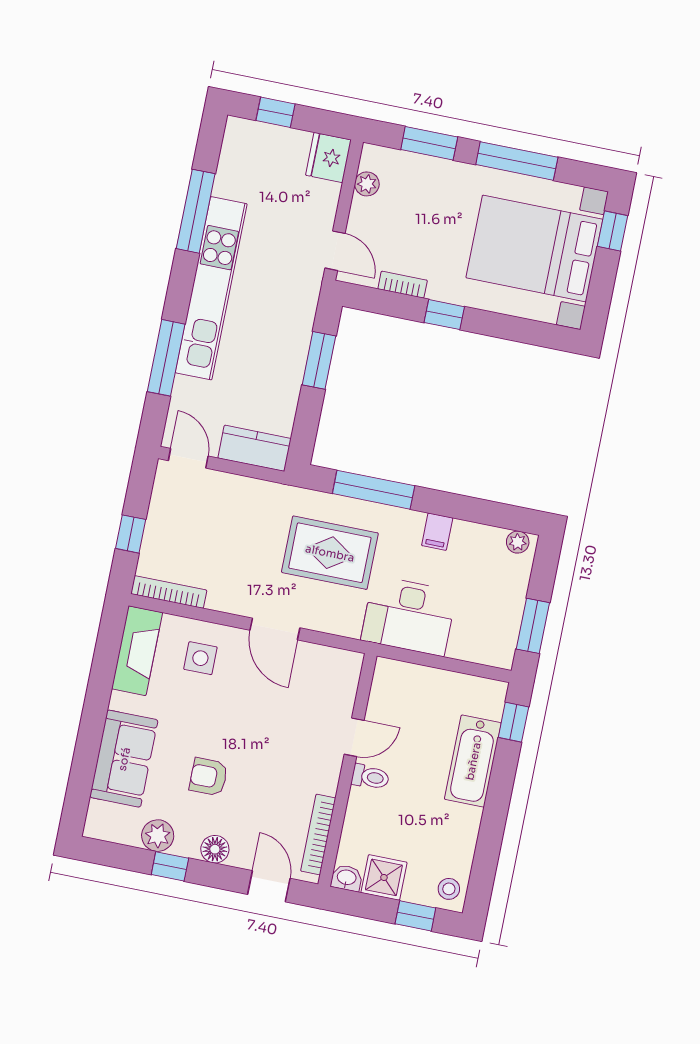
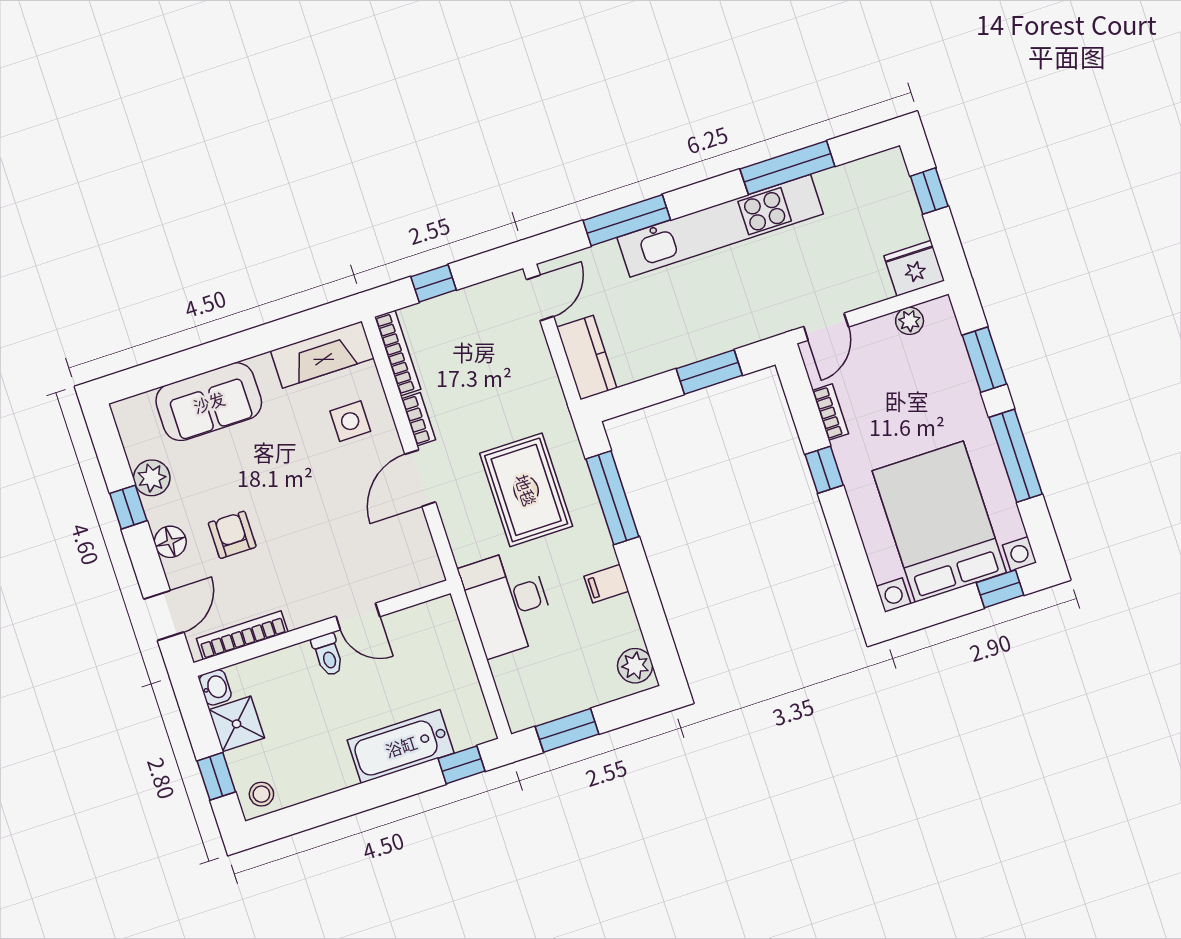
plant: (518, 542) -> (635, 666), width x1.38, depth x1.38
bookcase: (229, 605) -> (418, 419), added
armchair: (209, 777) -> (232, 535), moved

